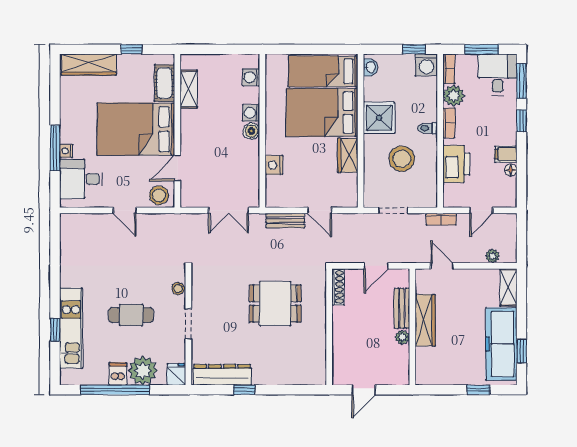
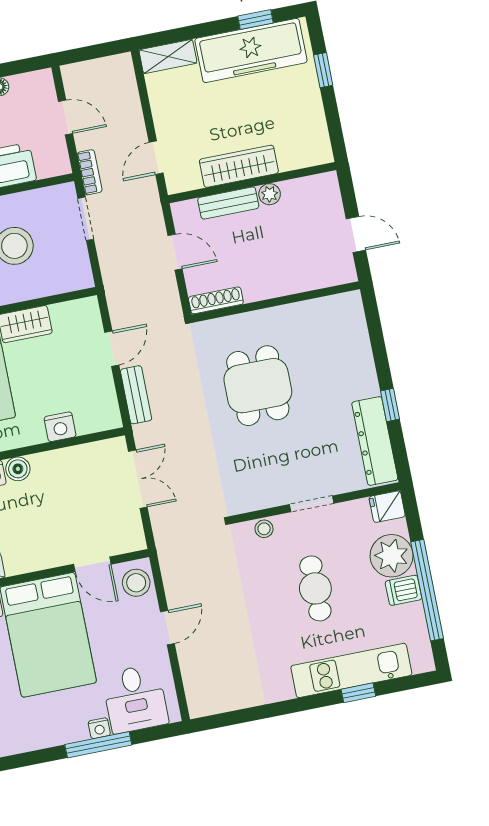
doorway: (393, 210) -> (86, 219), moved
plant: (493, 256) -> (128, 88), removed

